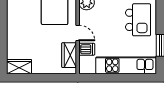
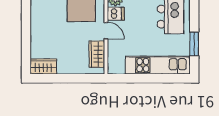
dishwasher: (87, 49) -> (116, 14), moved

